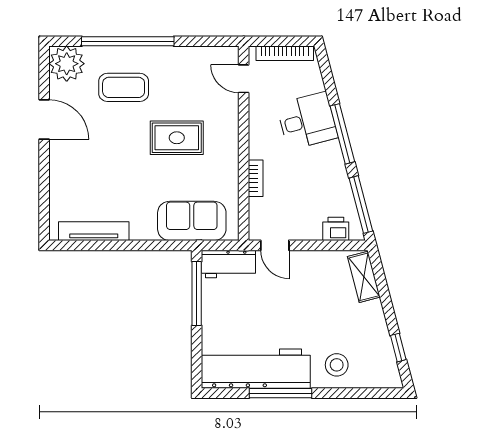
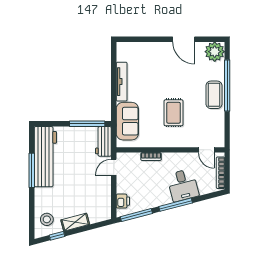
door: (244, 79) -> (206, 150), swing flipped
coffee table: (124, 87) -> (214, 95), moved
door: (44, 119) -> (184, 39), hinge flipped
tv unit: (94, 231) -> (122, 82), moved
shelving: (364, 277) -> (75, 222), moved
stool: (337, 365) -> (47, 219), moved

